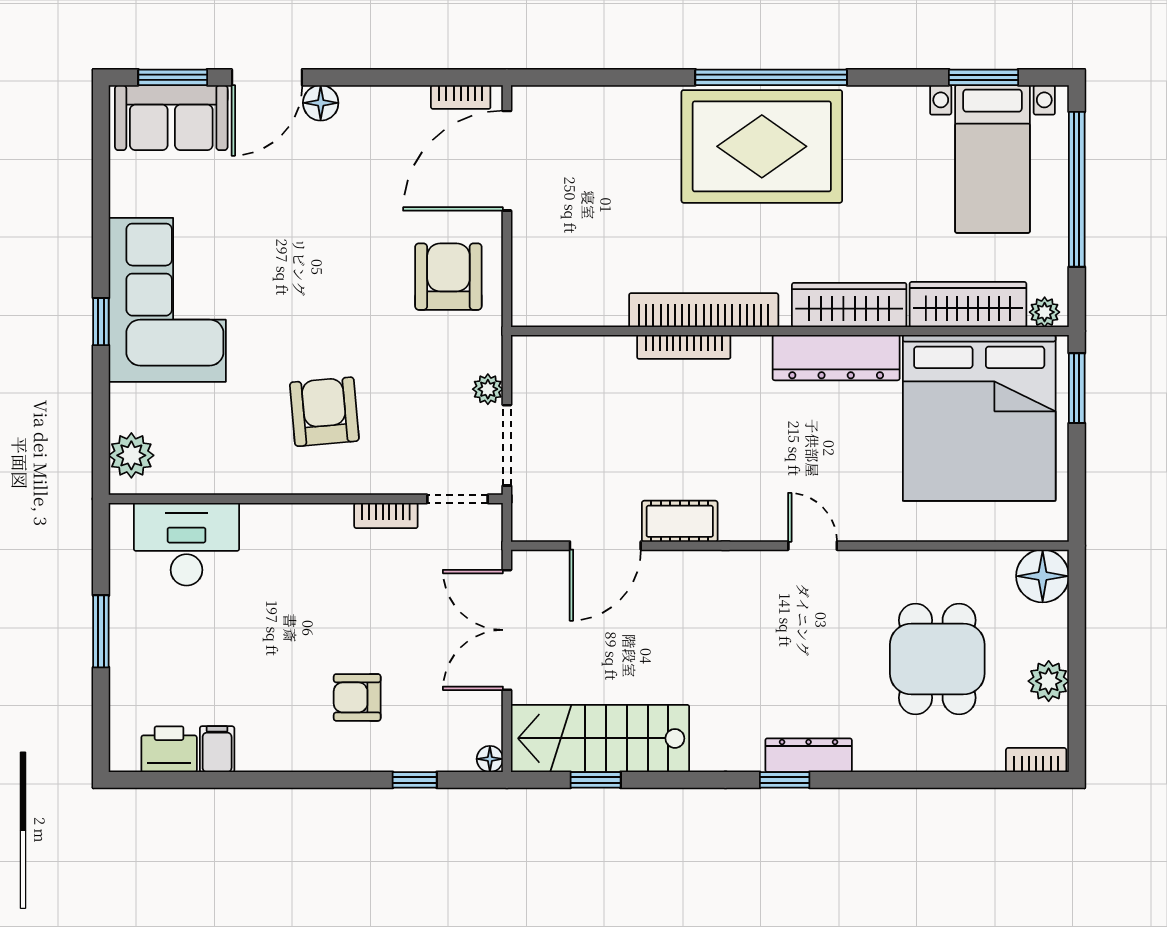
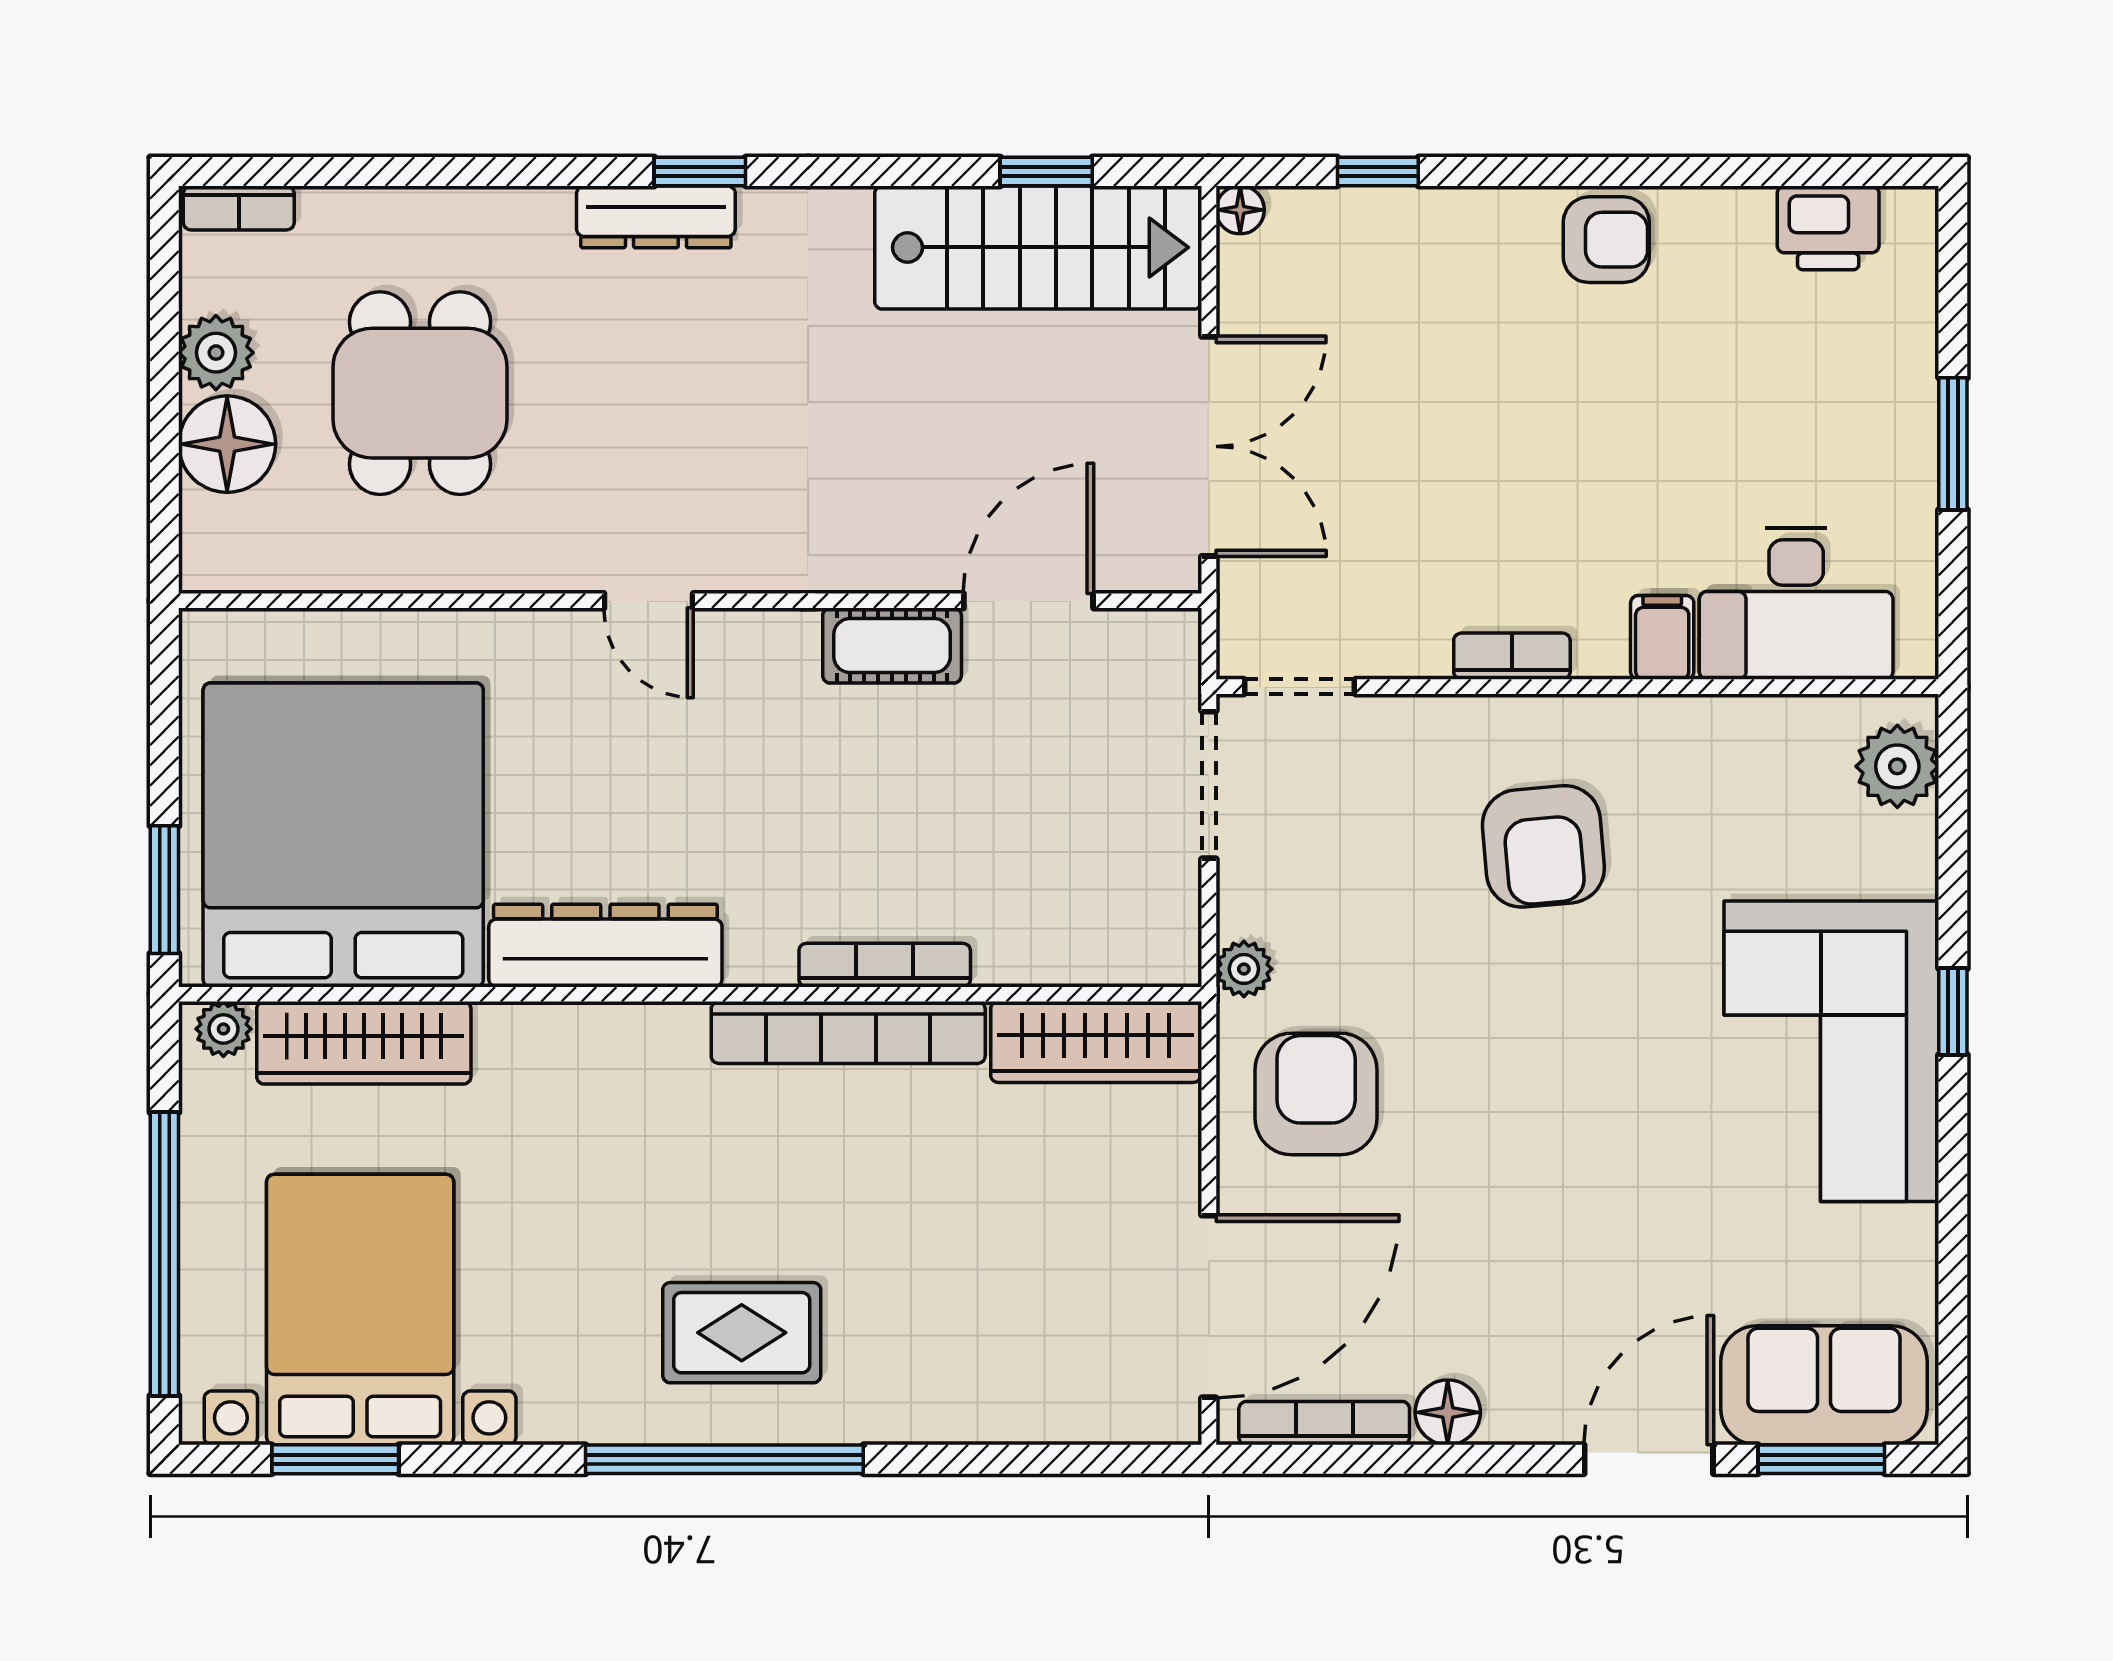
bookcase: (461, 97) -> (1324, 1423), width x1.56
floor lamp: (321, 103) -> (1448, 1412), moved
rug: (762, 146) -> (742, 1333), width x0.54, depth x0.49
bed with nightstands: (992, 159) -> (360, 1310), width x1.36
armchair: (448, 277) -> (1316, 1094), turned 180
wardrobe: (849, 305) -> (1096, 1042), moved
plant: (488, 389) -> (1244, 969), moved
bookcase: (386, 515) -> (1512, 656), moved
floor lamp: (1043, 576) -> (227, 444), moved
armchair: (357, 697) -> (1606, 240), moved
filing cabinet: (217, 749) -> (1662, 637), moved, turned 180

